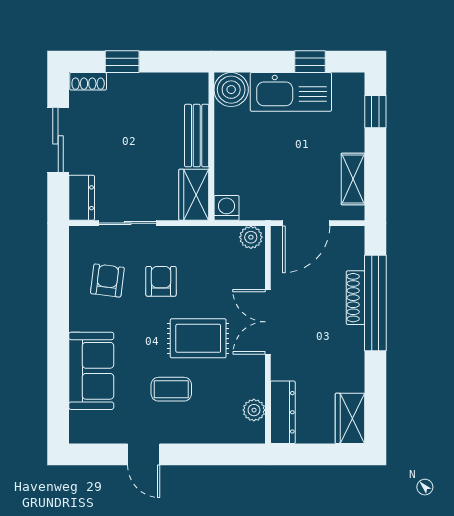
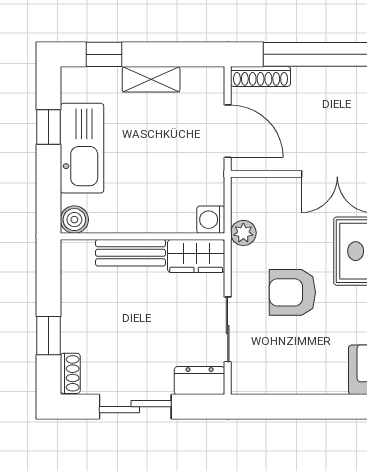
boiler: (231, 90) -> (74, 220), width x0.73, depth x0.73
shelving: (353, 179) -> (151, 79), moved
plant: (251, 237) -> (243, 233), moved
armchair: (107, 280) -> (291, 352), removed
armchair: (161, 281) -> (292, 292), width x1.38, depth x1.38
shoe rack: (356, 298) -> (261, 76), moved

